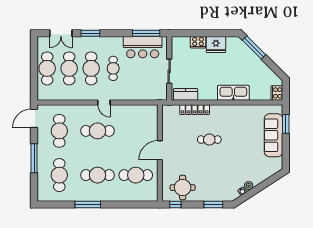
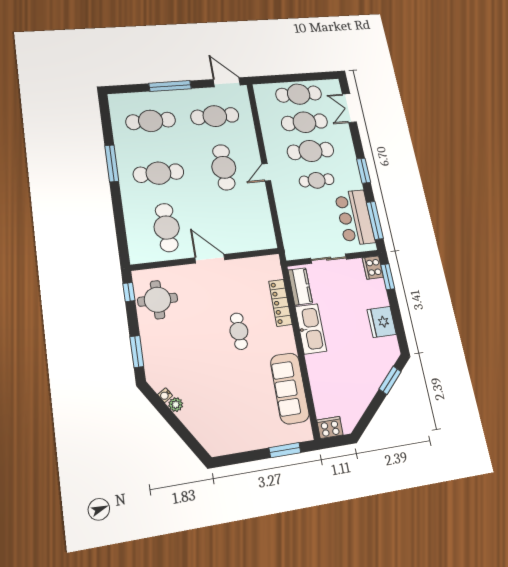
window: (90, 33) -> (364, 171), moved
window: (186, 33) -> (388, 277), added
cooker: (198, 42) -> (373, 268), moved
window: (254, 47) -> (390, 380), width x0.69
kitchen sink: (233, 93) -> (311, 329), moved
sofa: (273, 135) -> (290, 388), moved, turned -90
cafe table: (98, 175) -> (158, 173), turned 90

